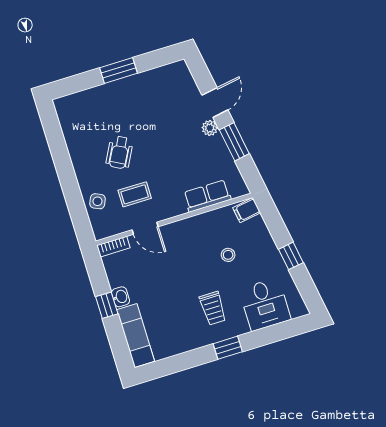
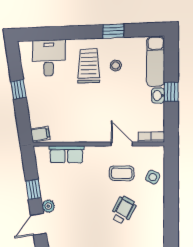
window: (234, 142) -> (33, 189), width x0.67
stool: (228, 255) -> (116, 65), moved
trolley: (213, 308) -> (89, 66), width x1.36, depth x1.39
window: (228, 348) -> (113, 31), moved

